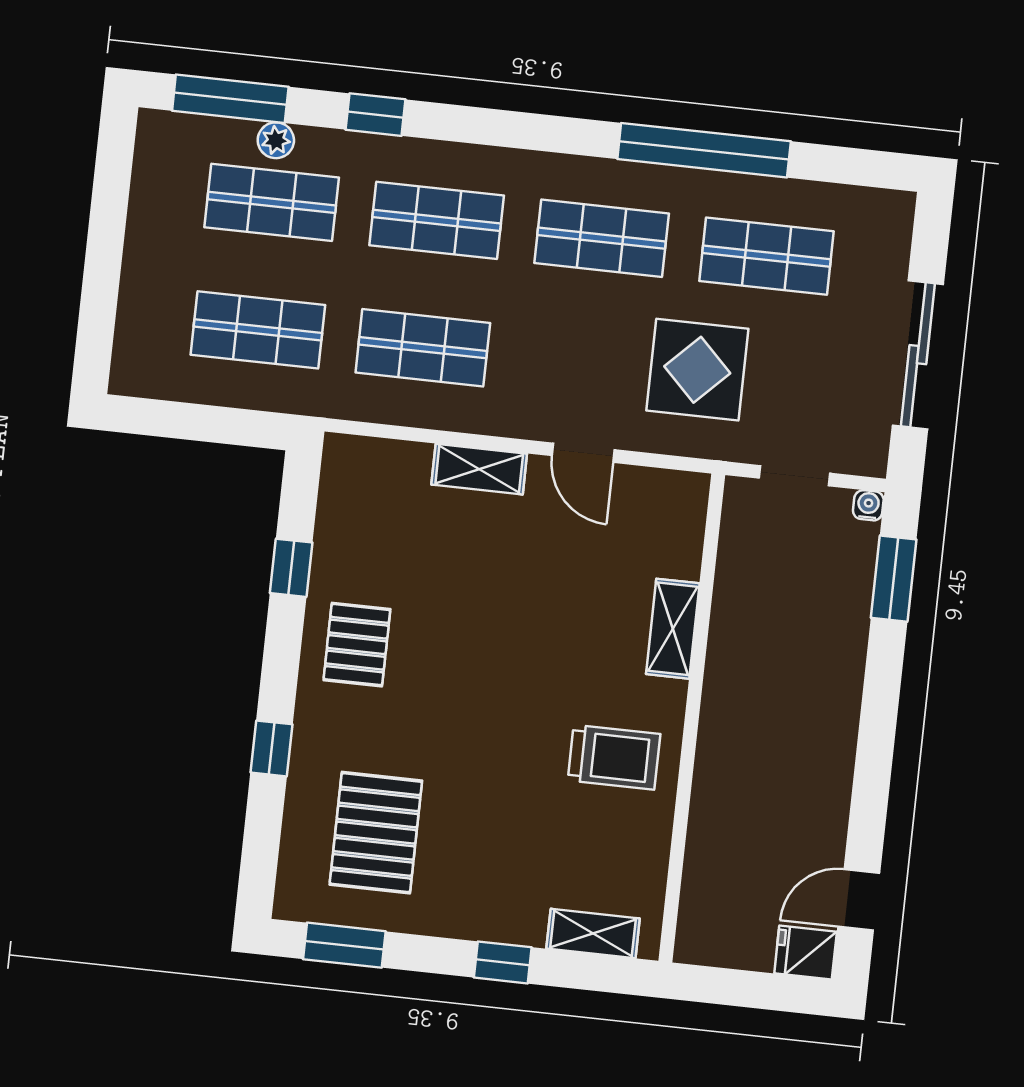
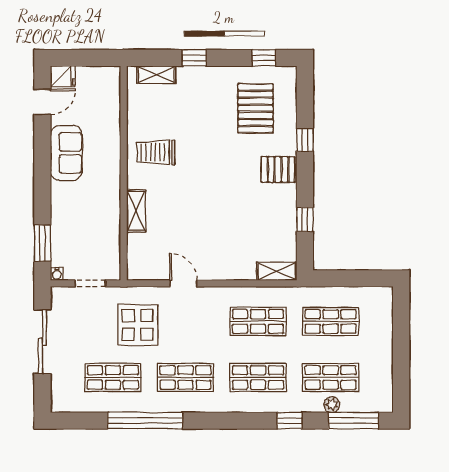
shelving: (479, 469) -> (277, 271), moved
pallet: (357, 645) -> (278, 169), moved, turned 90
sofa: (817, 778) -> (66, 153), added
window: (344, 945) -> (264, 58), width x0.67

